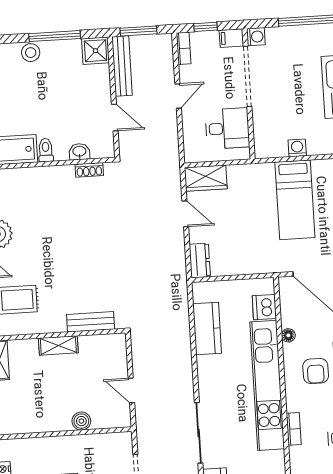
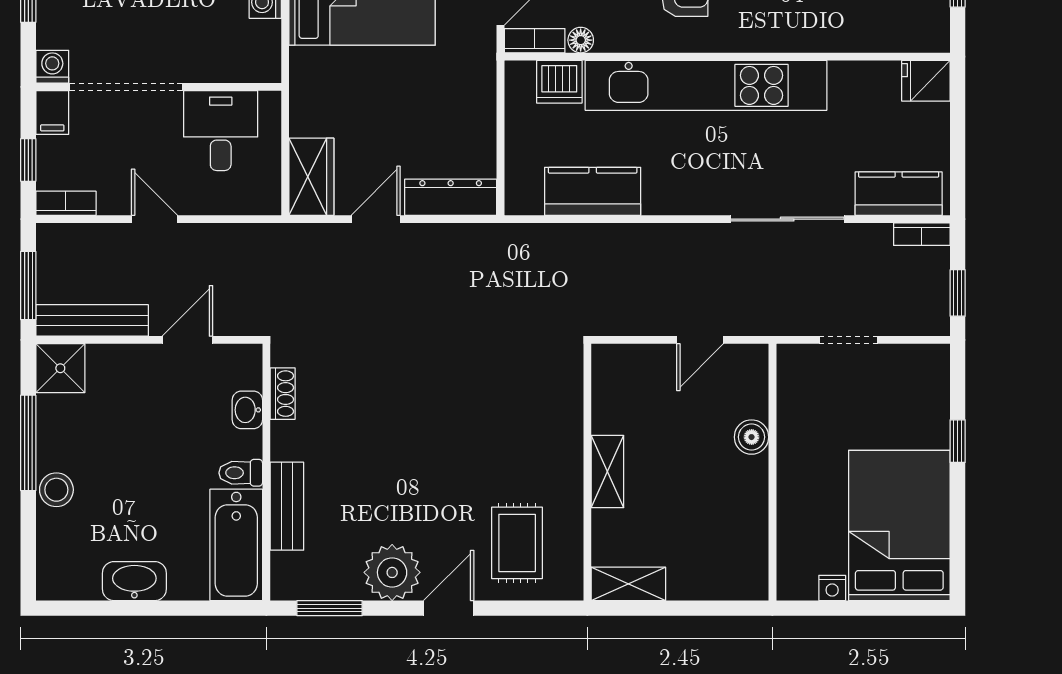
dresser: (200, 260) -> (451, 197), width x1.44
bench: (91, 322) -> (287, 506), moved
floor lamp: (288, 335) -> (581, 40), moved
bookcase: (294, 429) -> (535, 41), moved

